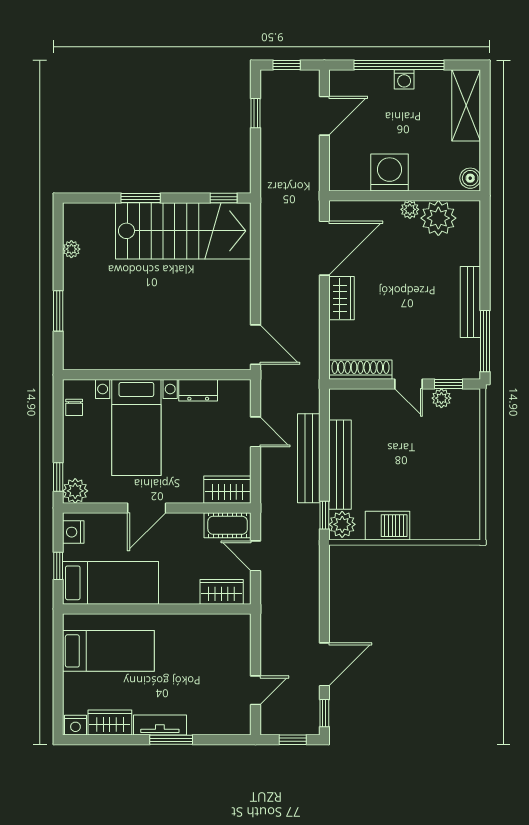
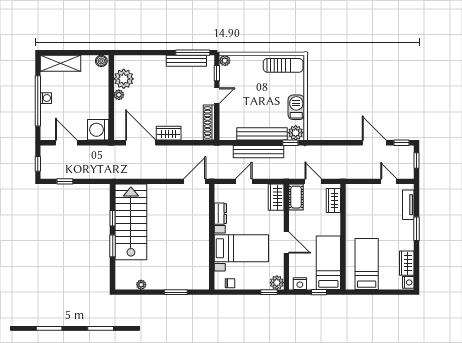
washing machine: (390, 173) -> (98, 130), moved
window: (224, 198) -> (113, 218), moved
bench: (470, 302) -> (186, 61), moved
plant: (441, 398) -> (225, 61), moved
sun lounger: (462, 502) -> (283, 65), added
door: (256, 556) -> (313, 181), swing flipped
tv unit: (160, 725) -> (408, 205), moved

